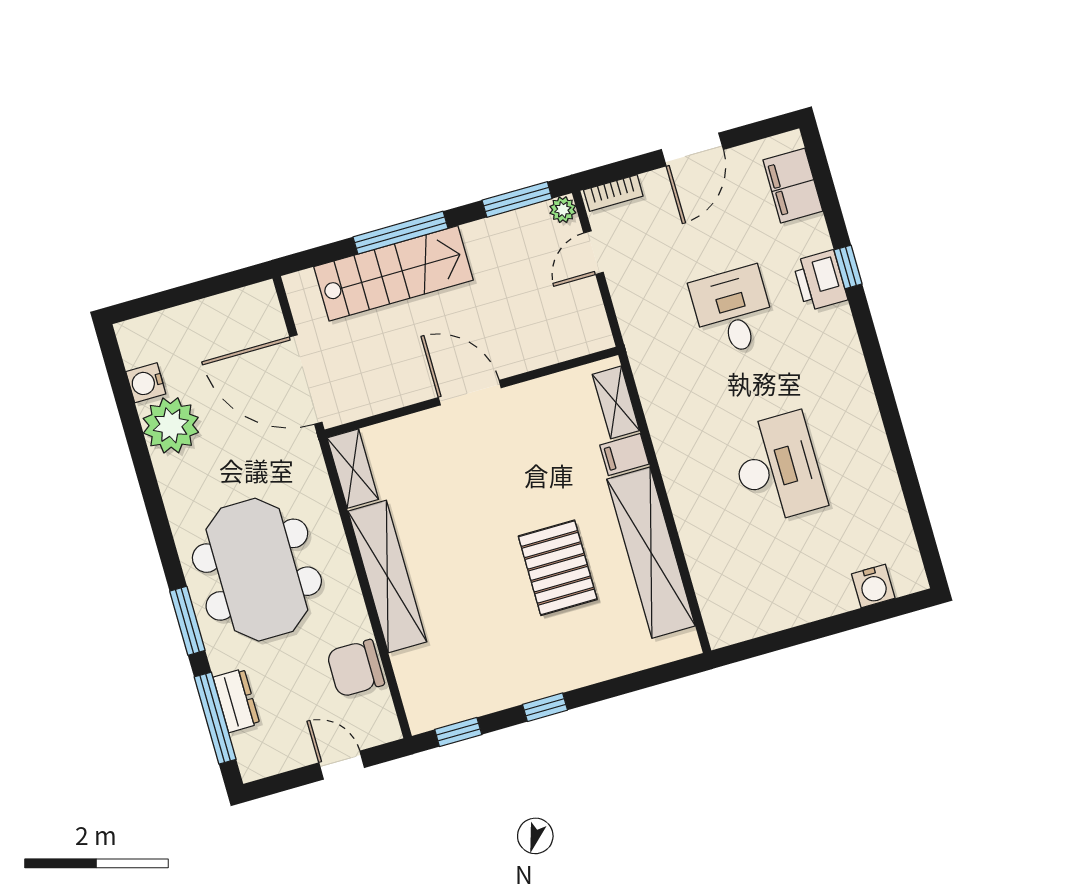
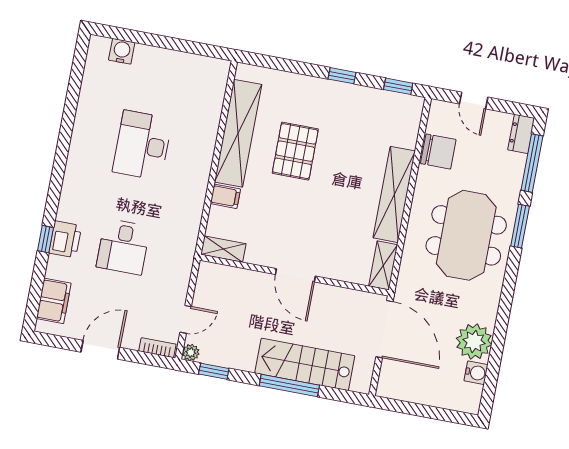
window: (517, 199) -> (214, 371), width x0.67
shelving: (616, 402) -> (223, 249), moved, turned 90
dresser: (236, 701) -> (521, 134), moved

